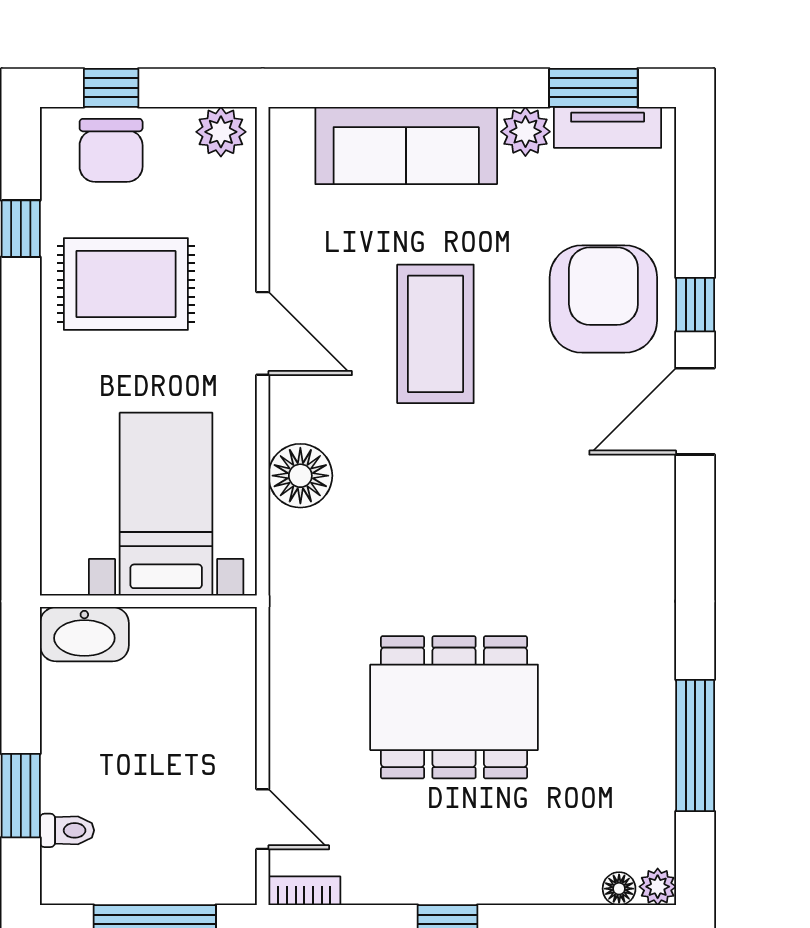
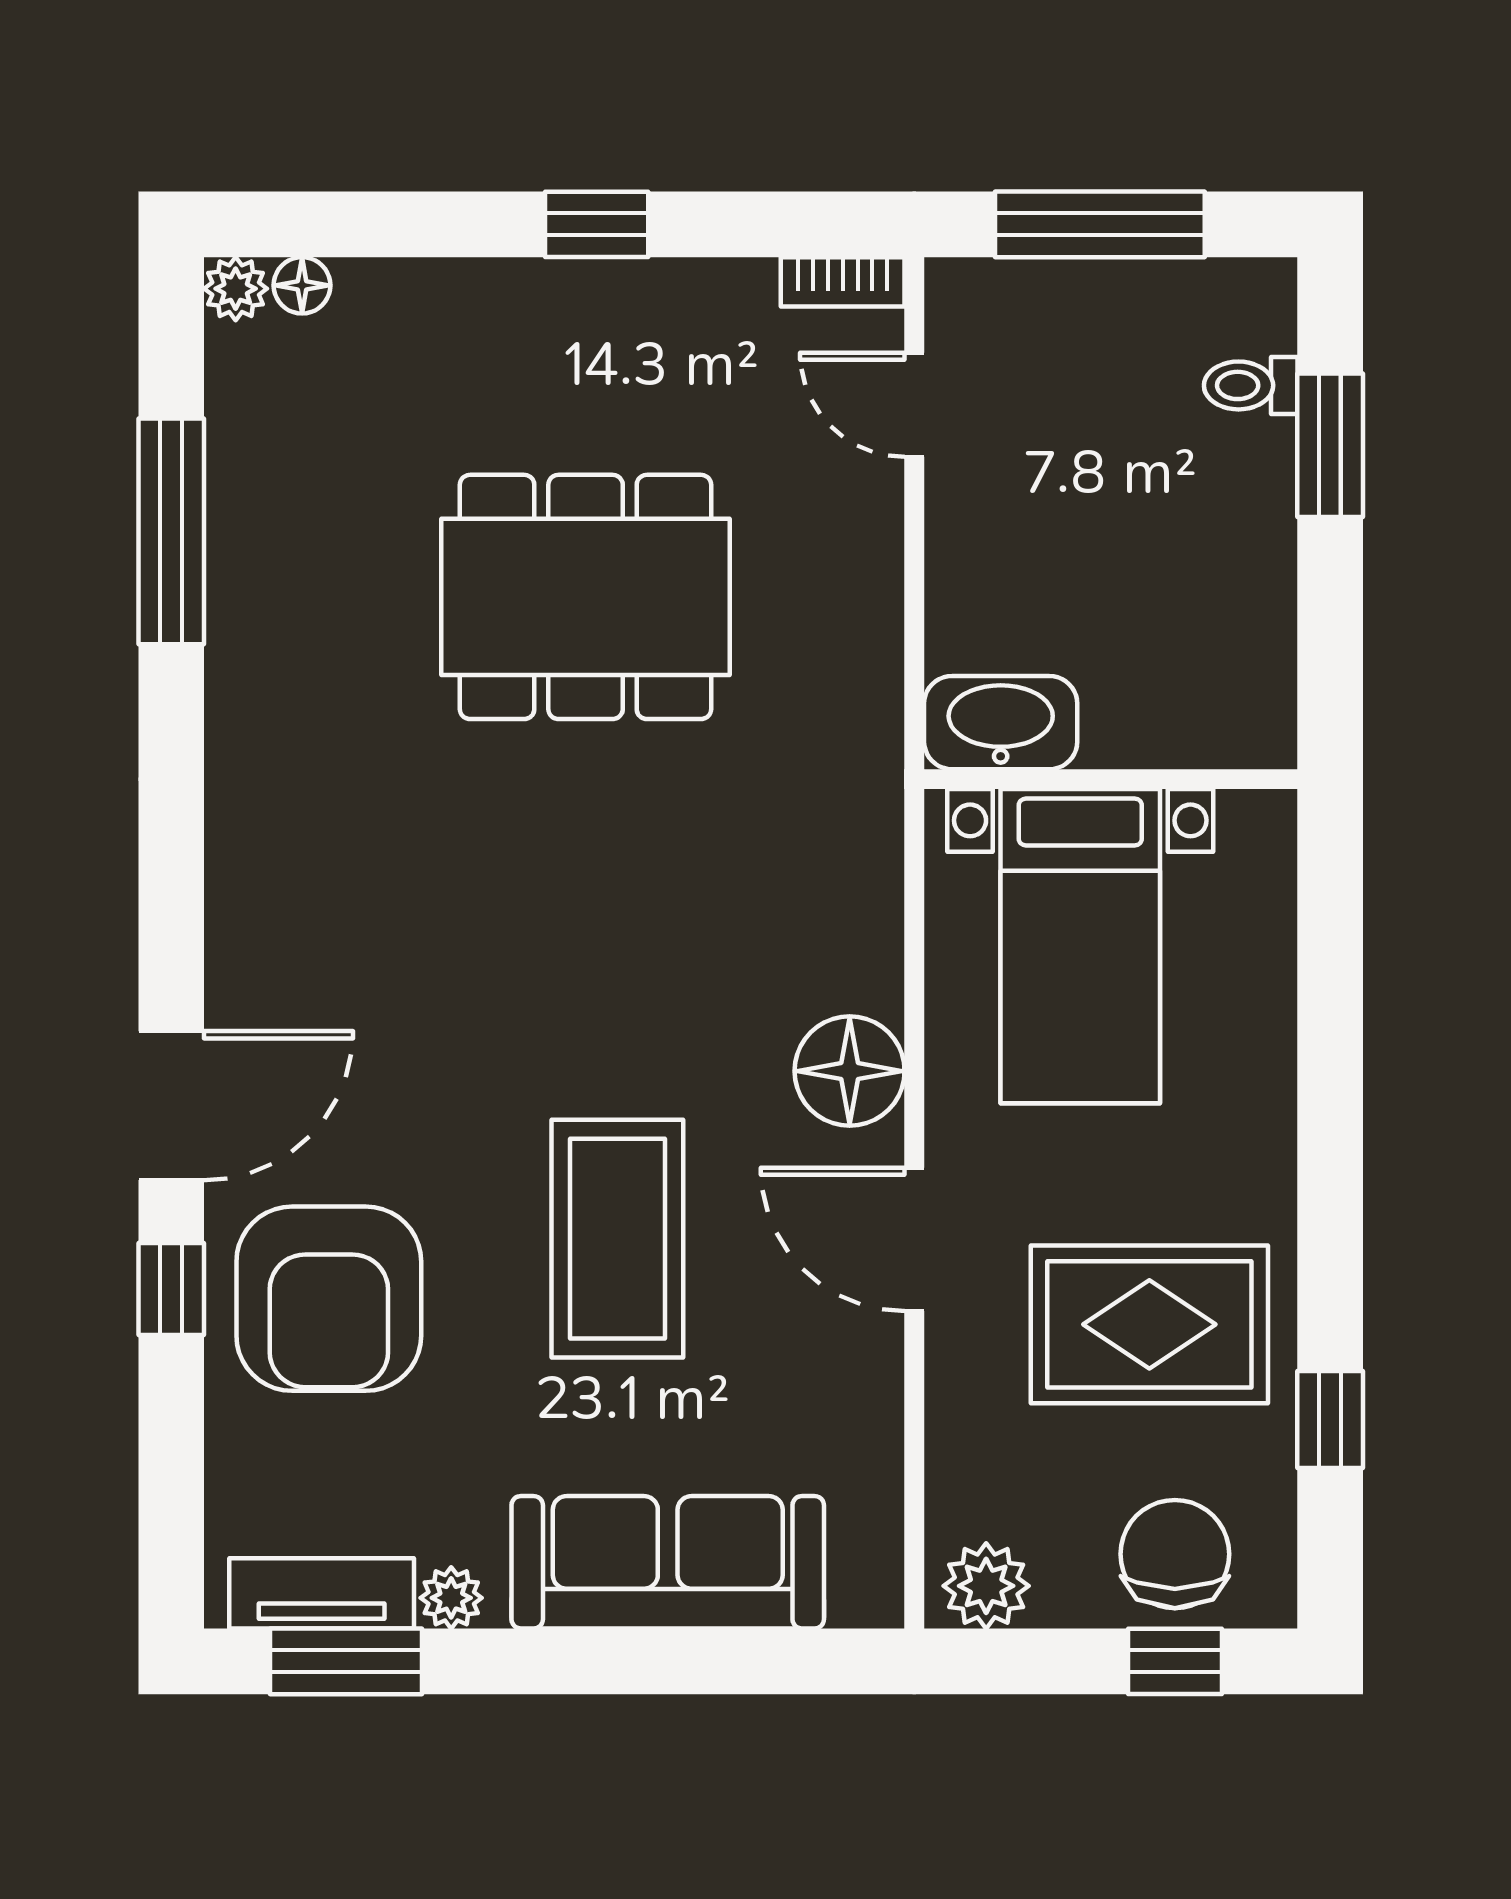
plant: (525, 132) -> (451, 1598), width x0.73, depth x0.73
floor lamp: (300, 476) -> (850, 1071), moved
washbasin: (84, 634) -> (1001, 723), moved

